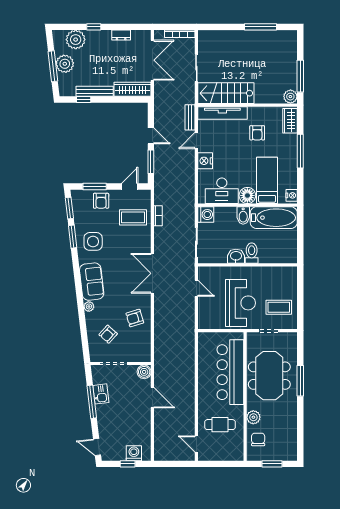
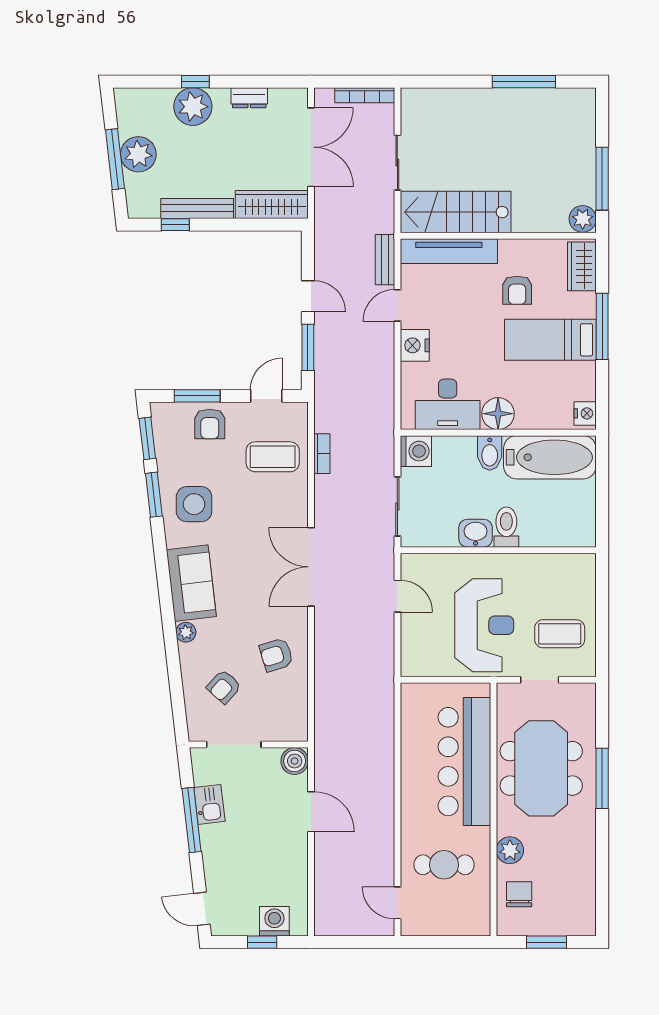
plant: (76, 40) -> (193, 107), moved
bed: (267, 180) -> (550, 340), moved, turned -90

